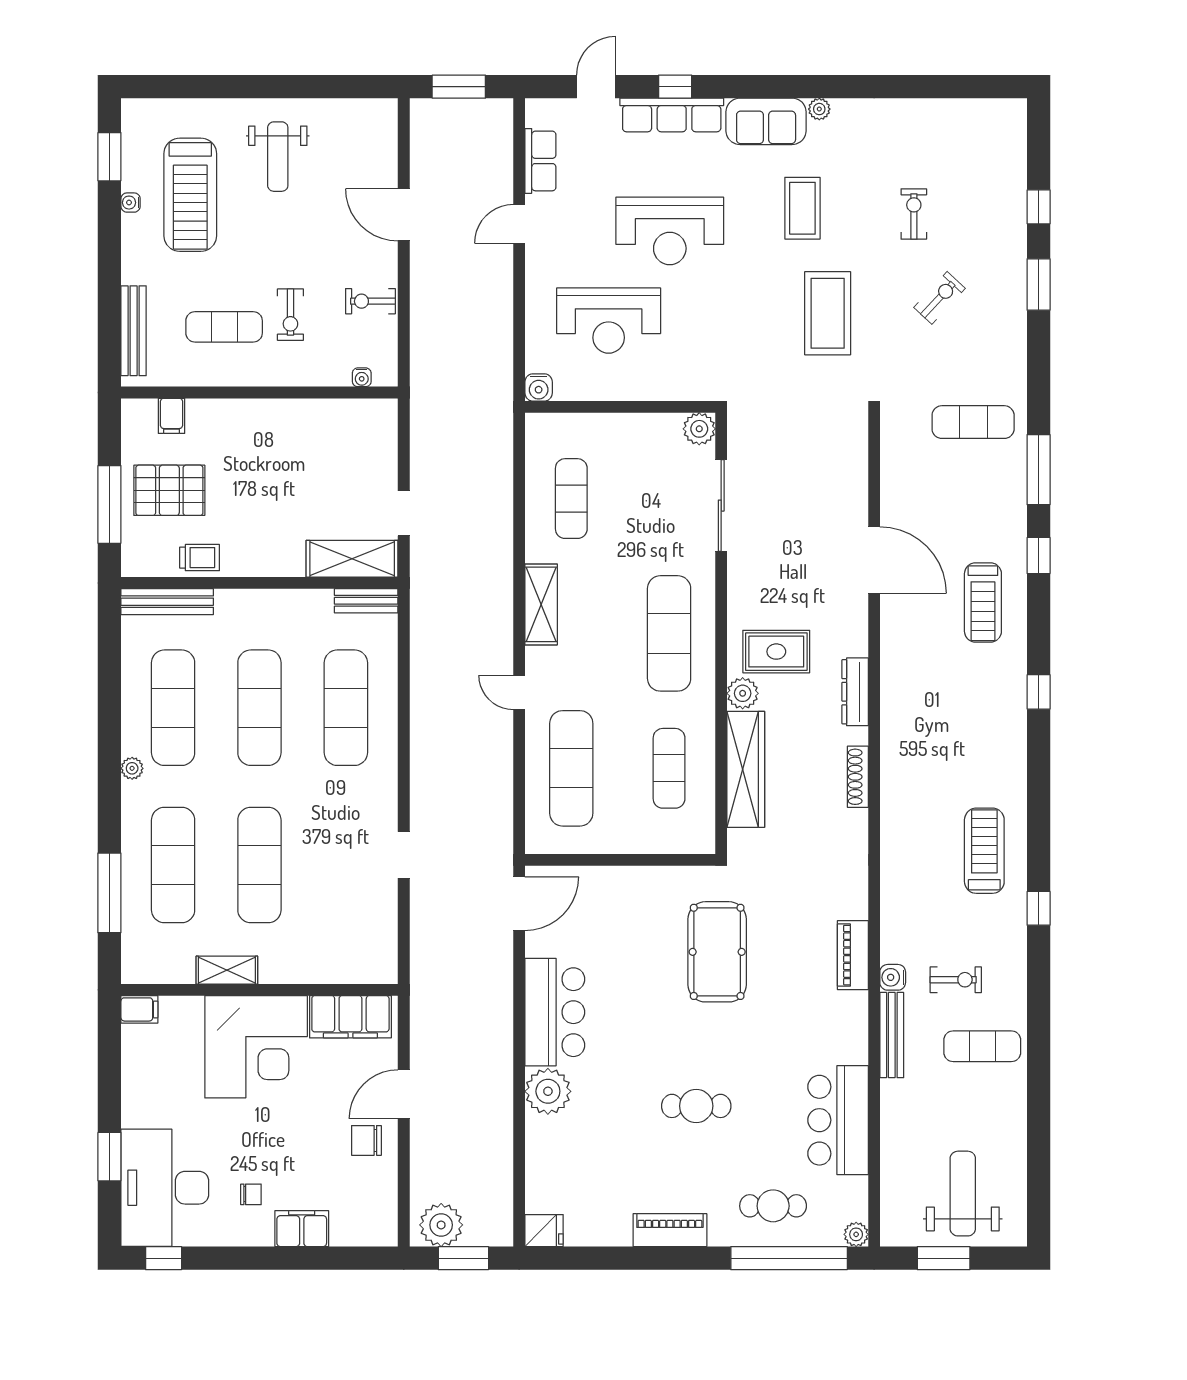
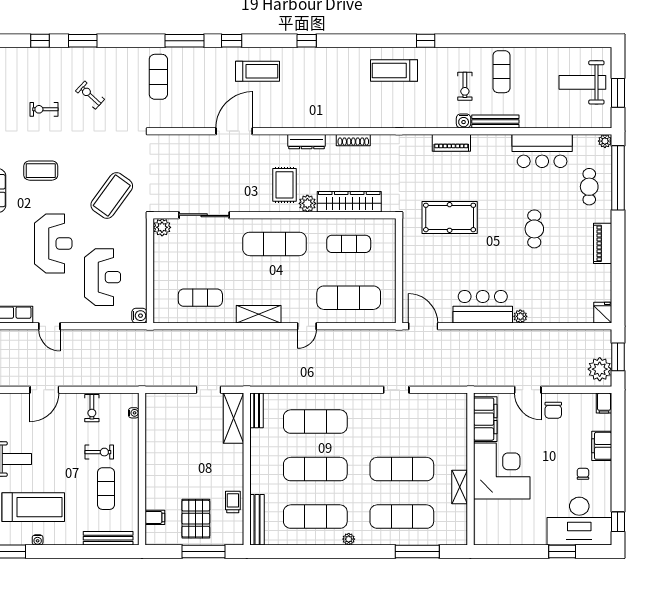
coffee table: (828, 313) -> (112, 196), moved, turned -54
exercise bike: (956, 980) -> (465, 86), turned 180
filing cabinet: (139, 1009) -> (604, 403), moved, turned 180
plant: (548, 1091) -> (520, 316), width x0.53, depth x0.53

